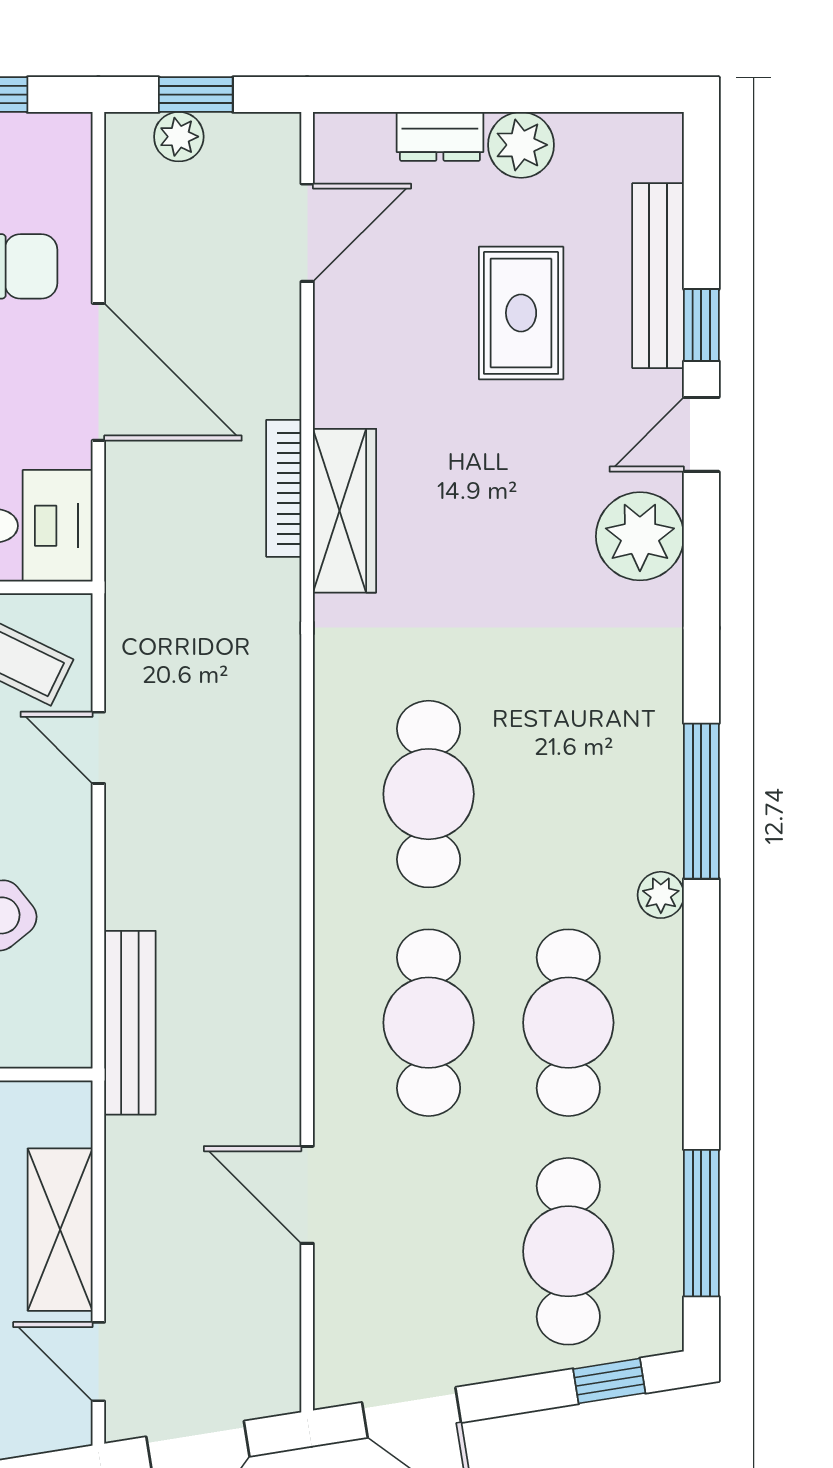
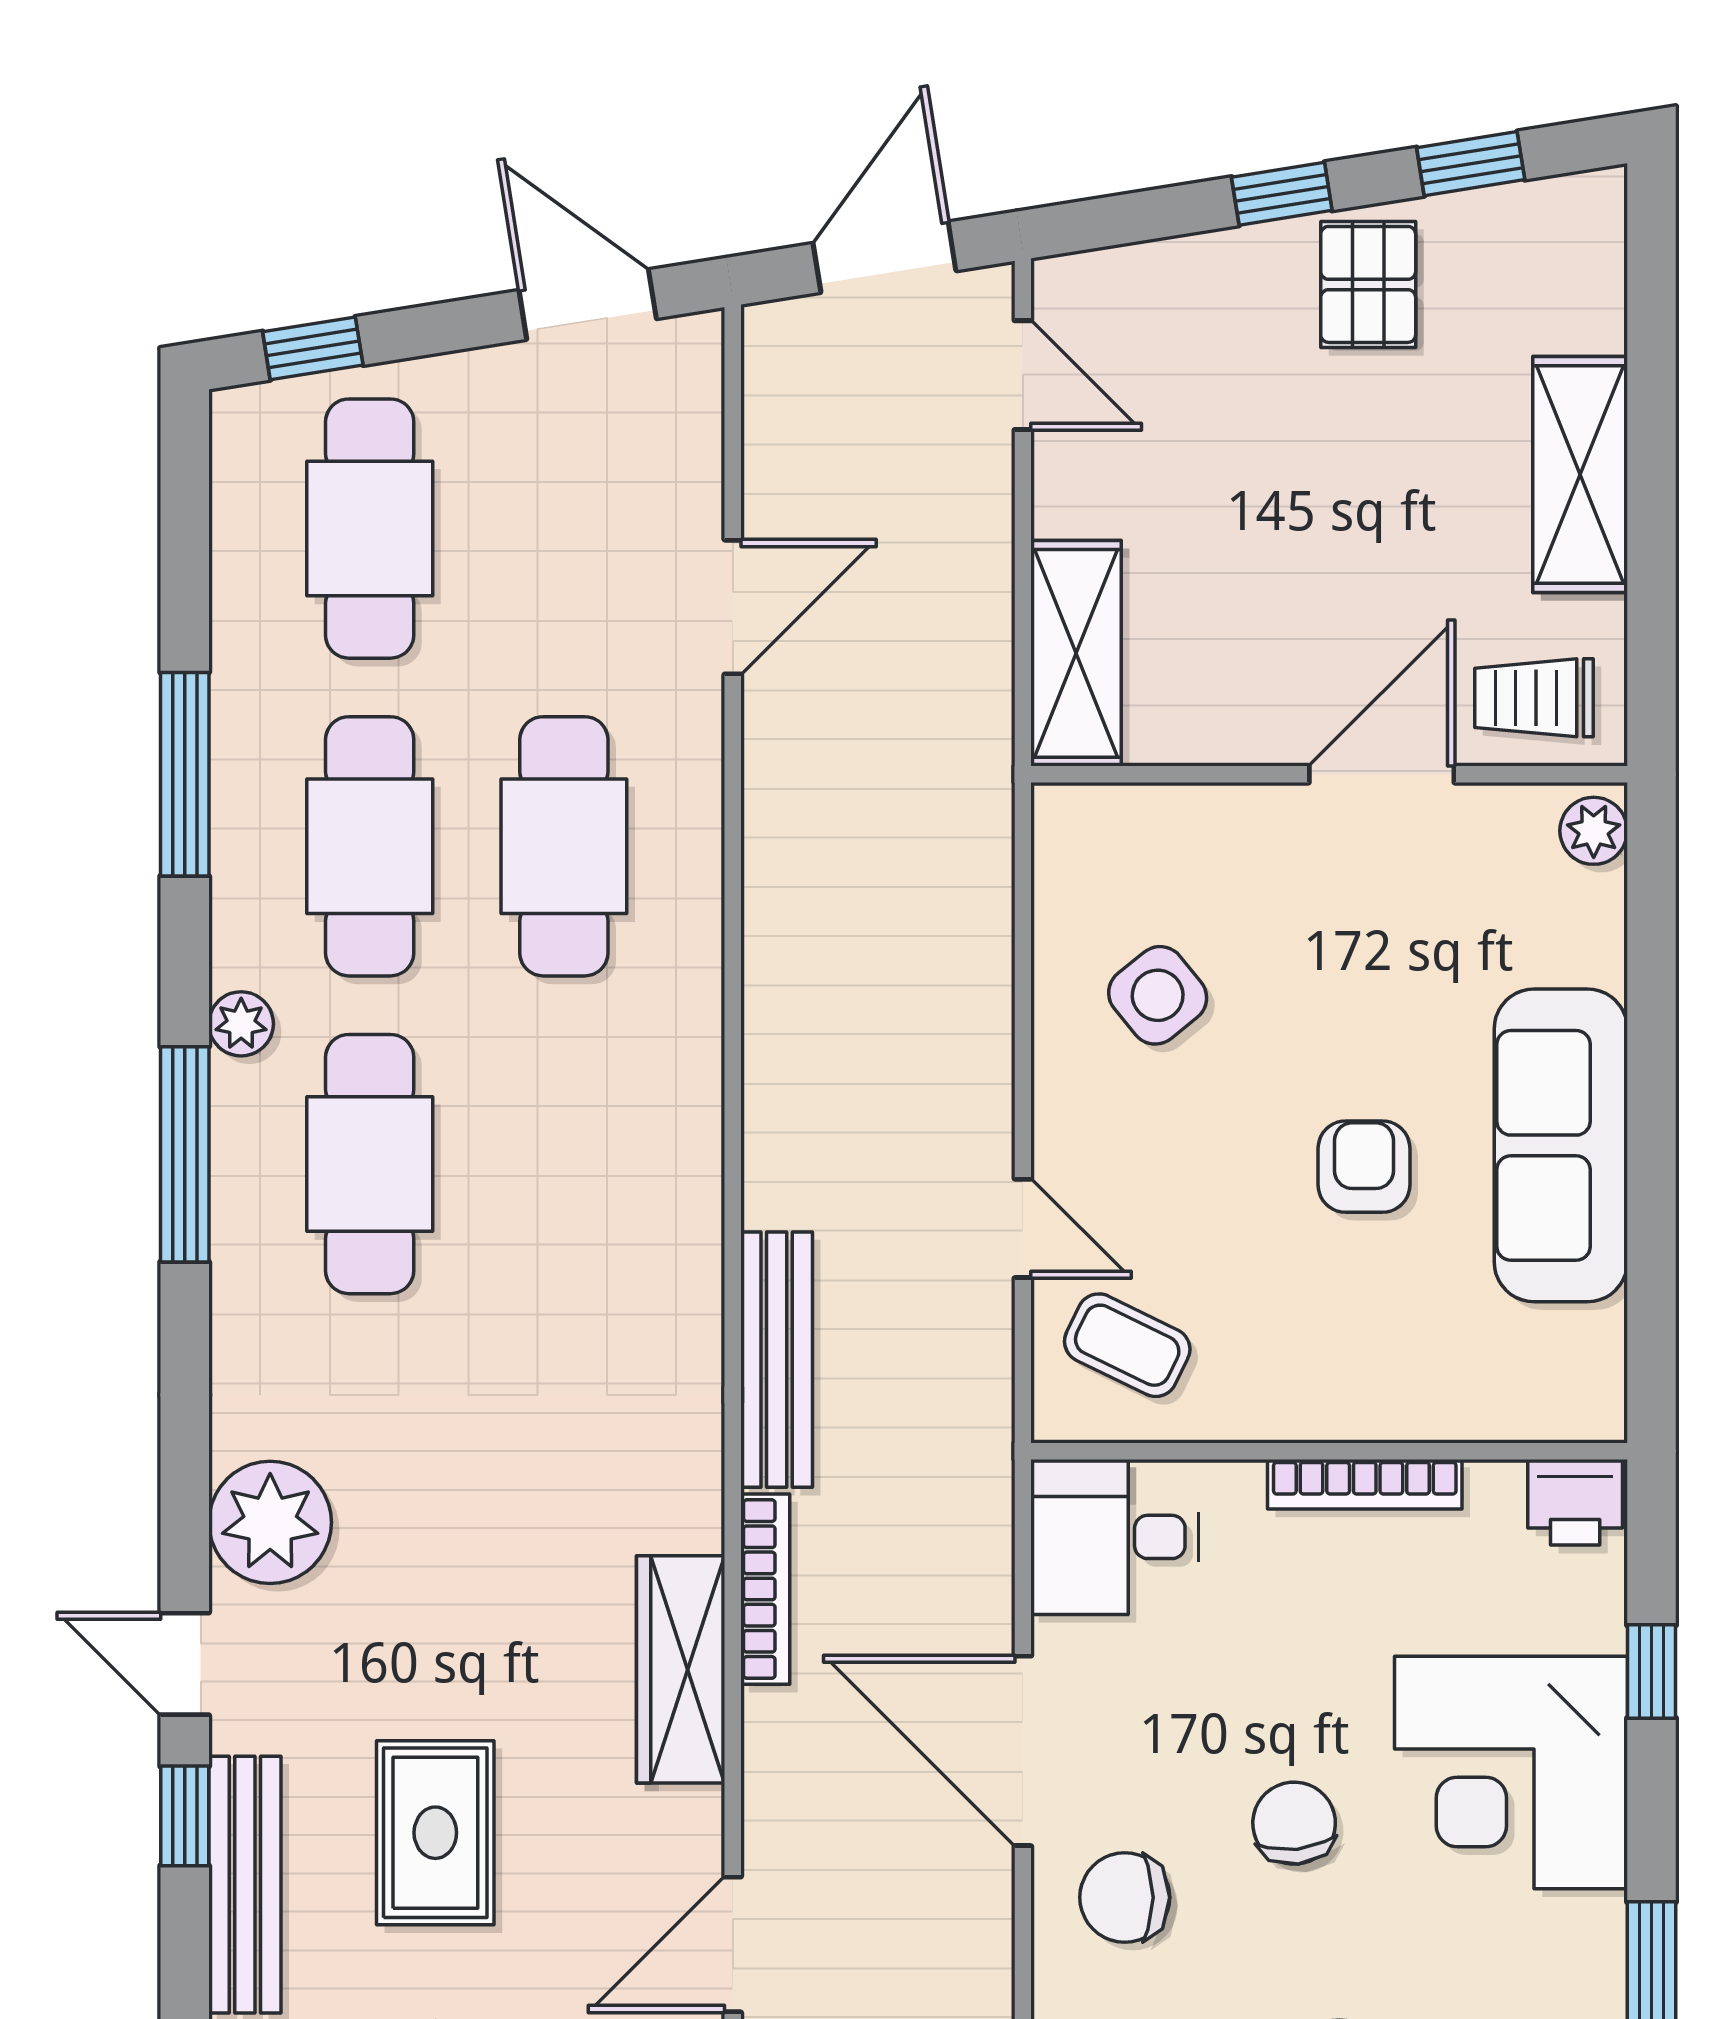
door: (701, 434) -> (185, 1664), swing flipped
wardrobe: (345, 511) -> (681, 1669), moved
cafe table: (429, 794) -> (370, 1164), moved
bench: (130, 1023) -> (777, 1360), moved
door: (307, 1195) -> (733, 607), hinge flipped
window: (701, 1223) -> (185, 774), moved
shelving: (60, 1230) -> (1076, 653), moved

